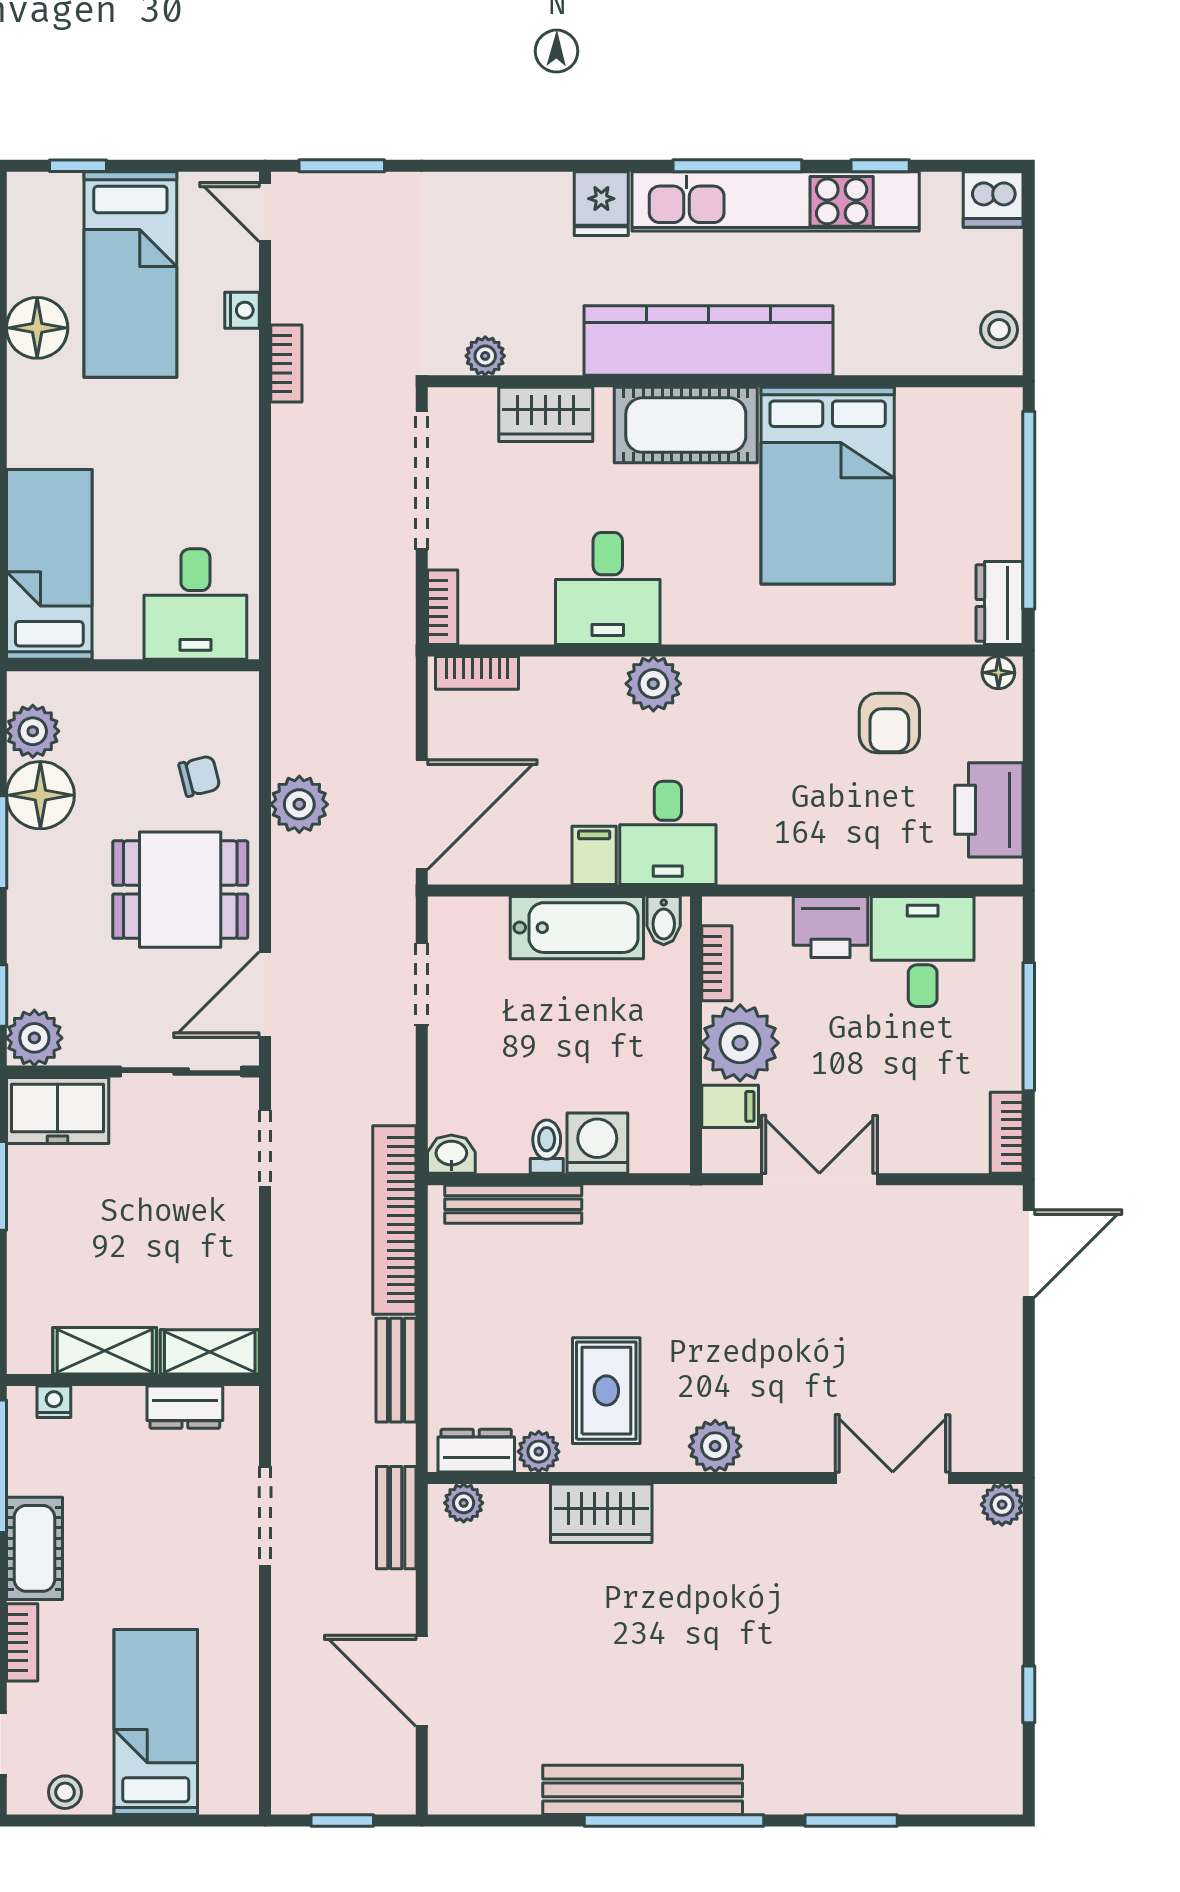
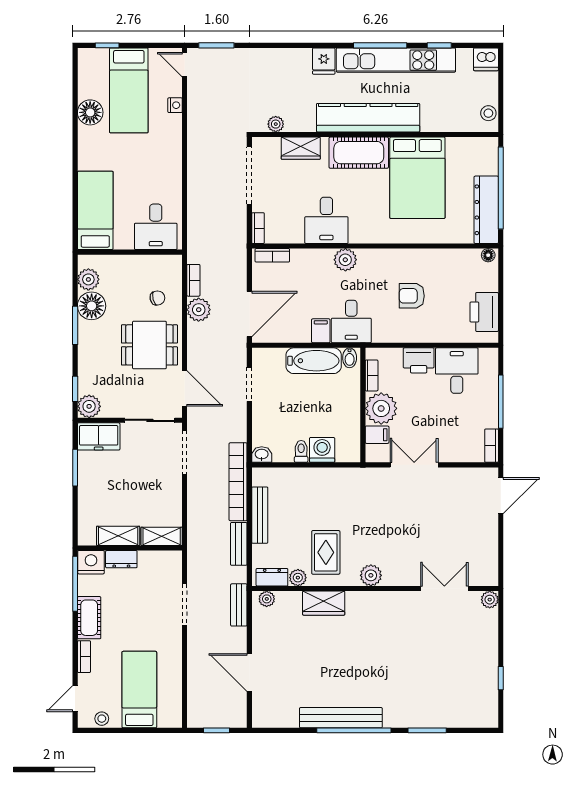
bookcase: (286, 364) -> (193, 280), moved
dresser: (1000, 603) -> (486, 210), width x1.96, depth x1.24
armchair: (889, 723) -> (412, 296), moved, turned 90
door: (265, 995) -> (185, 388), swing flipped
doorway: (265, 1148) -> (185, 452), width x1.38
bench: (513, 1204) -> (260, 515), moved, turned 90
nightstand: (54, 1402) -> (91, 562), width x1.89, depth x1.79
dresser: (185, 1407) -> (121, 559), moved

